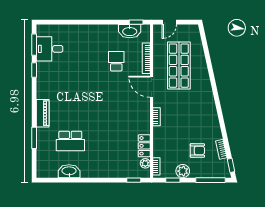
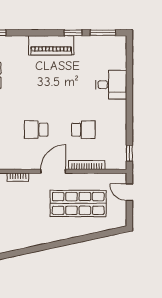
washbasin: (130, 31) -> (119, 146), removed
desk: (50, 49) -> (111, 85), moved, turned 90
school desk: (116, 101) -> (36, 130), added
piano: (43, 113) -> (51, 45), moved, width x1.37, depth x1.33

